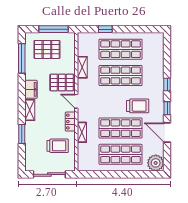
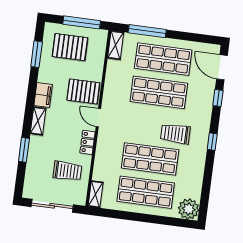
window: (105, 29) -> (147, 31), width x2.17
window: (22, 58) -> (37, 54), width x0.69
shelving: (82, 67) -> (116, 45), moved
window: (167, 85) -> (218, 98), moved
trolley: (138, 106) -> (175, 134), turned 180
shelving: (82, 132) -> (96, 194), moved
door: (167, 133) -> (222, 67), moved

